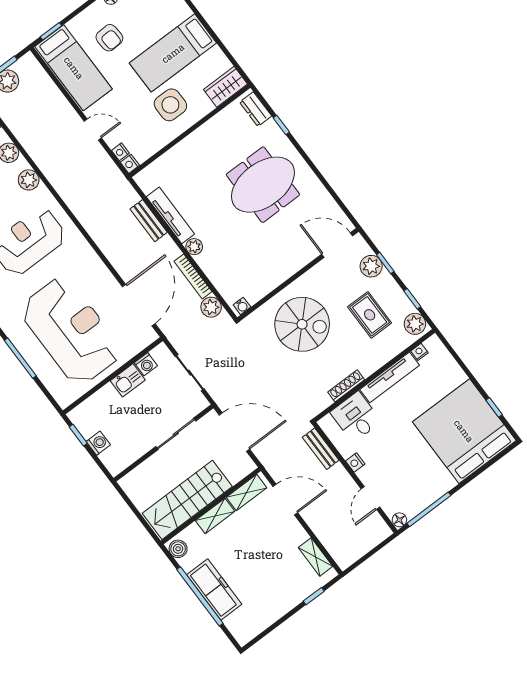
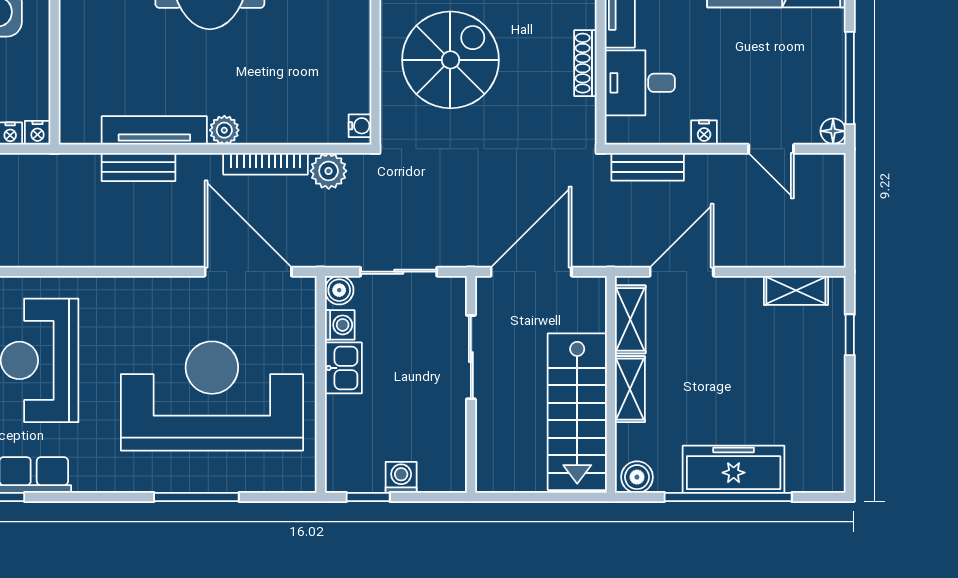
boiler: (161, 352) -> (339, 290), added

